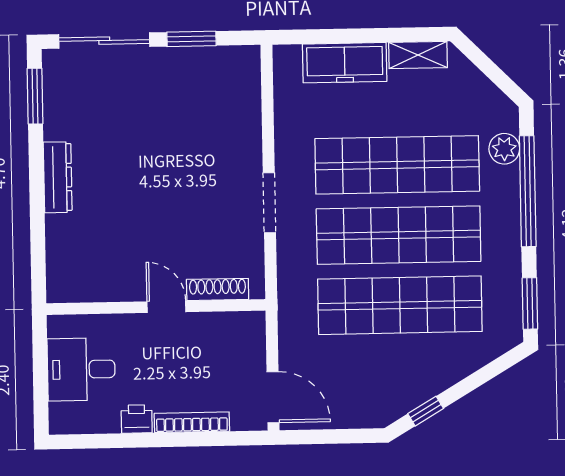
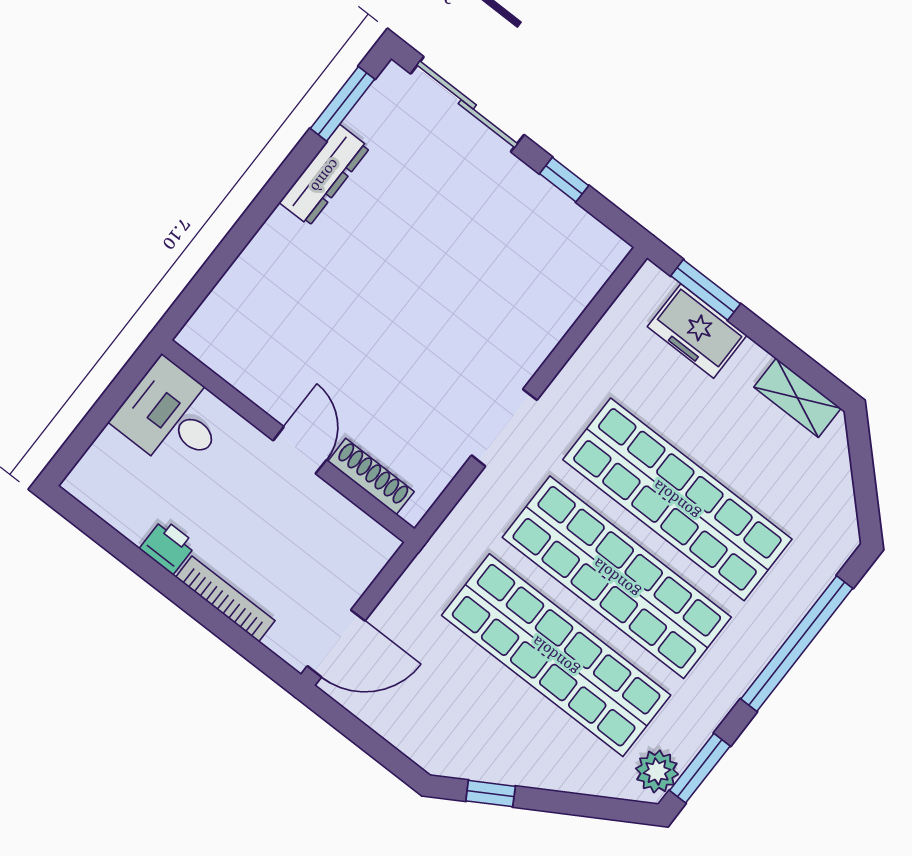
window: (319, 36) -> (706, 290), added
window: (191, 39) -> (564, 180), width x0.67
freezer: (345, 63) -> (697, 331), width x0.71
plant: (504, 149) -> (657, 771), moved
dresser: (58, 177) -> (324, 175), moved
desk: (81, 369) -> (172, 417), moved
door: (273, 397) -> (336, 643), hinge flipped

